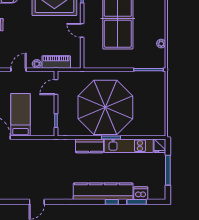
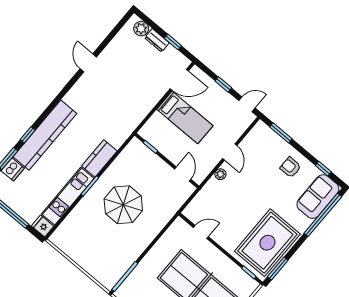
door: (82, 30) -> (201, 232), moved
piano: (56, 62) -> (207, 194), removed
parasol: (105, 107) -> (123, 205), width x0.54, depth x0.54

